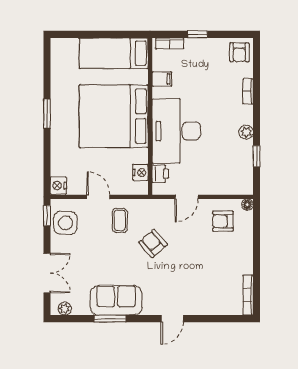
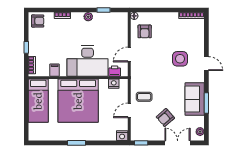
door: (187, 197) -> (129, 54), swing flipped
side table: (66, 223) -> (180, 59), moved
armchair: (153, 243) -> (165, 118), moved

